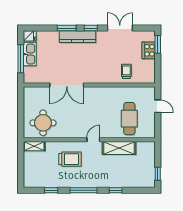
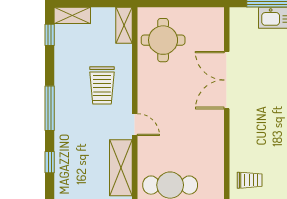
shelving: (28, 177) -> (72, 15), added
window: (51, 190) -> (50, 35), moved

